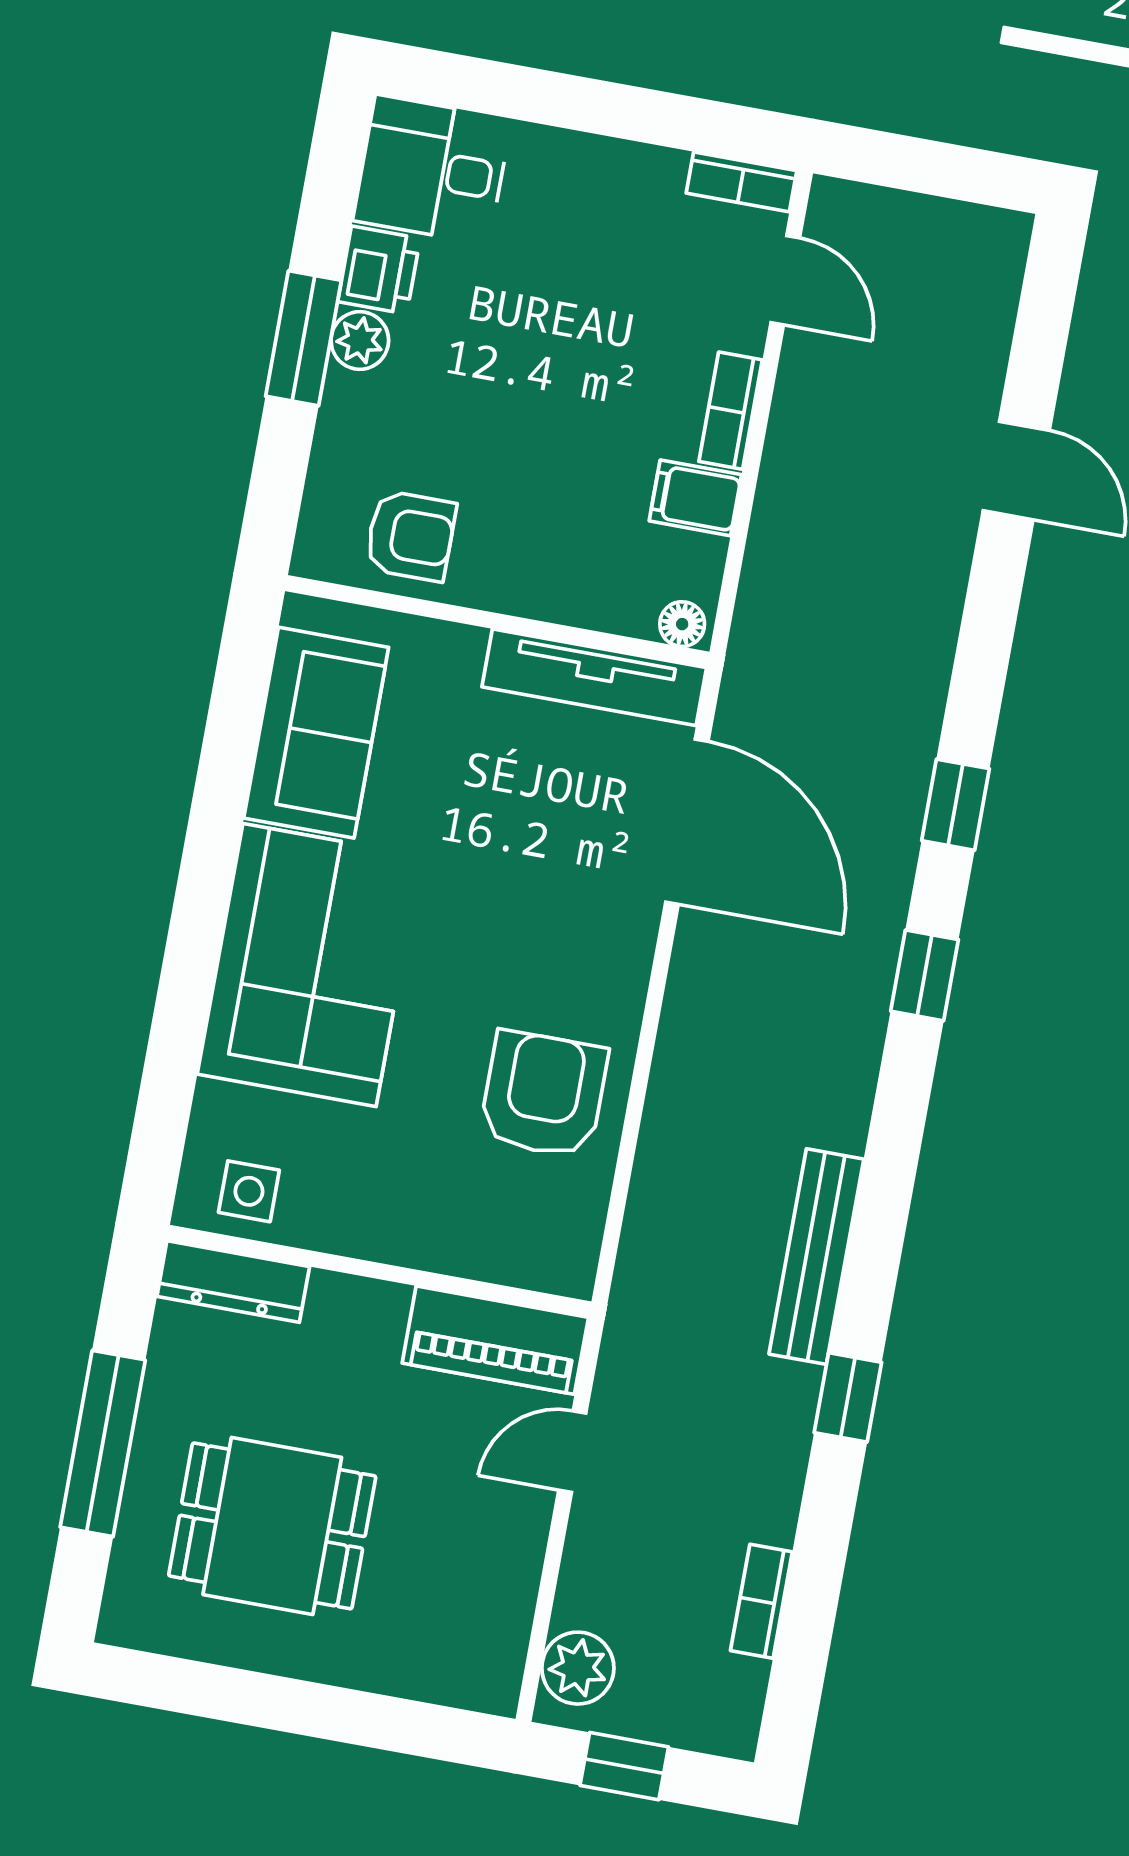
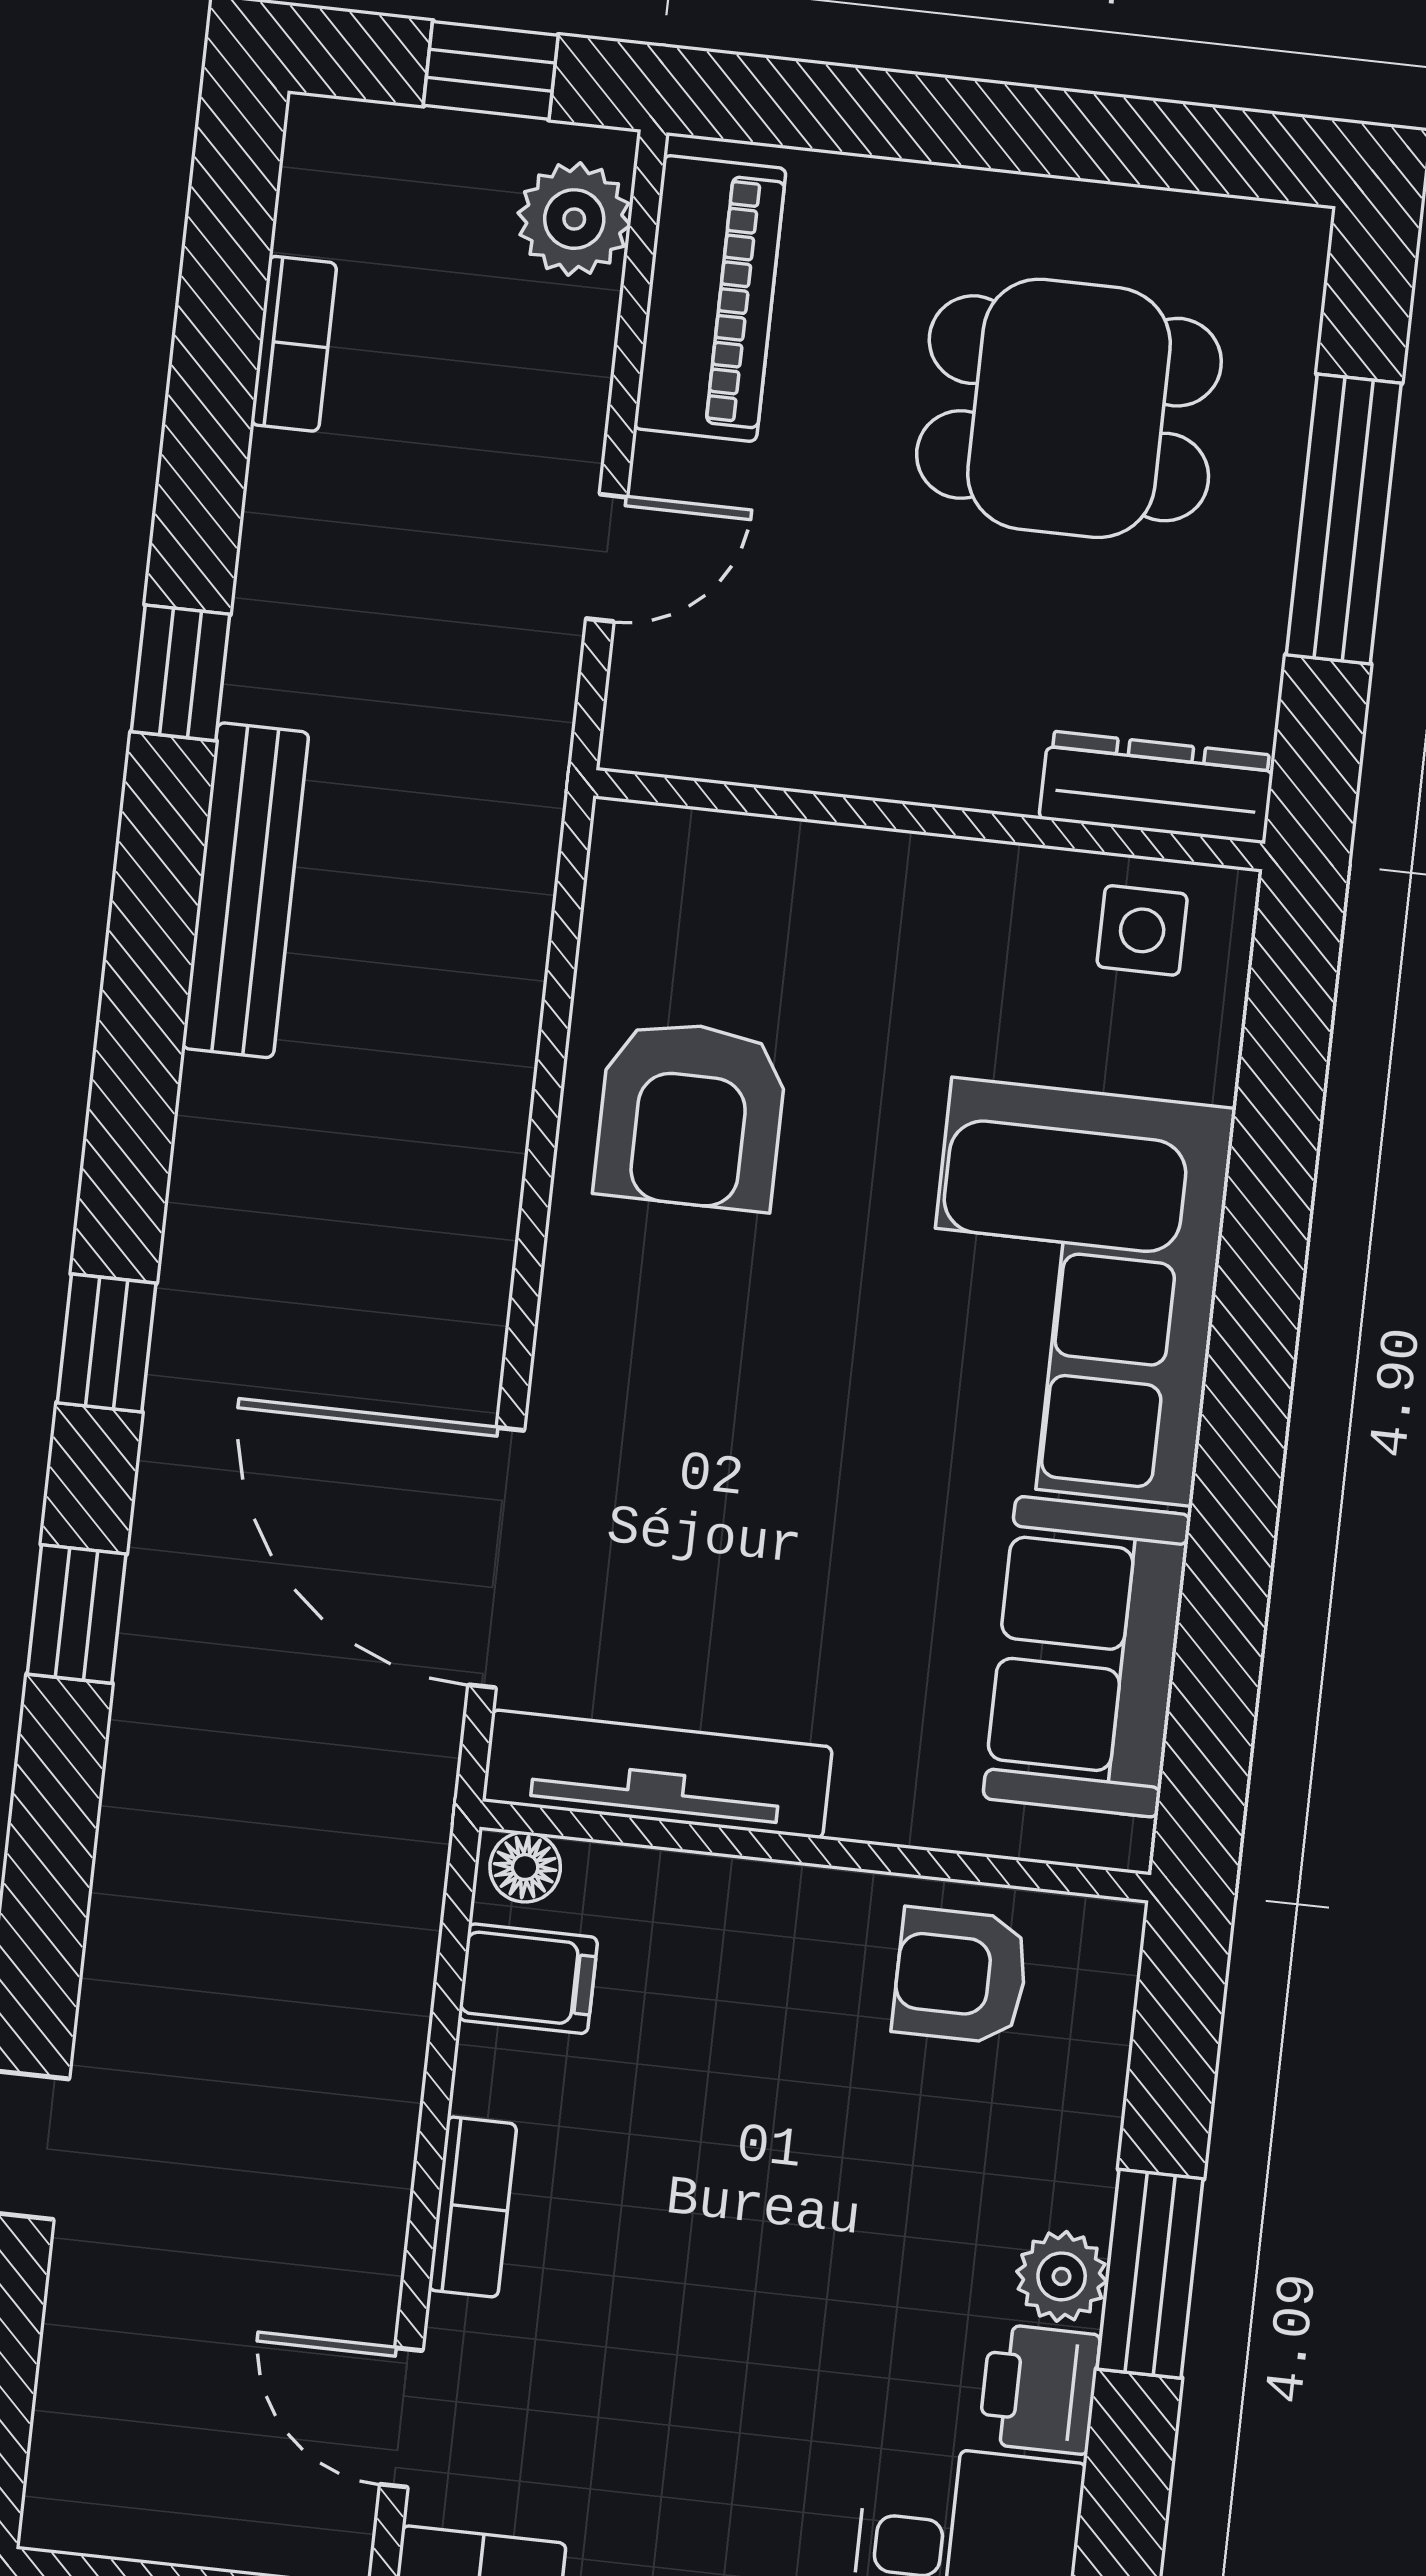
filing cabinet: (695, 498) -> (528, 1979), moved
piano: (495, 1340) -> (710, 299), moved, turned 90

